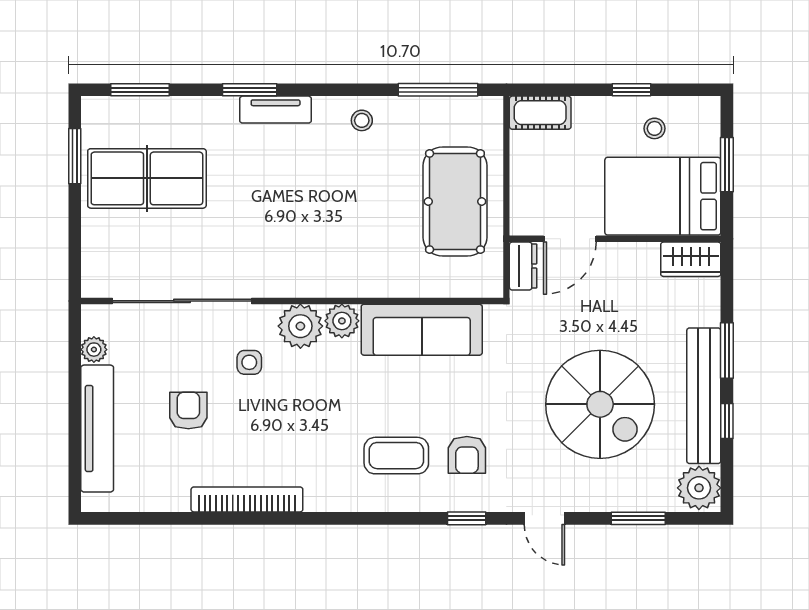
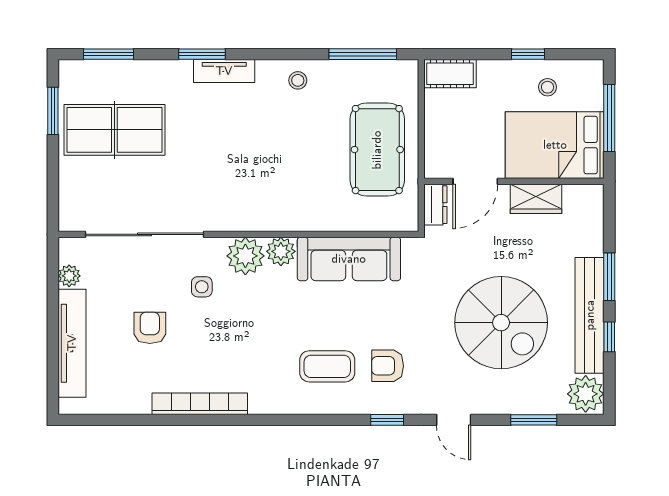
window: (727, 165) -> (609, 118), width x1.44
wardrobe: (691, 259) -> (536, 199), moved
armchair: (467, 455) -> (388, 366), turned 90

